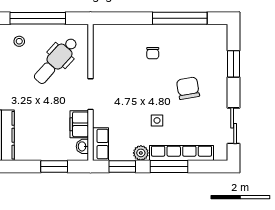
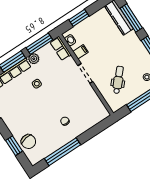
dental chair: (56, 61) -> (118, 80), width x0.73, depth x0.72
chair: (188, 88) -> (28, 142), moved
filing cabinet: (79, 124) -> (80, 52), width x0.50
window: (122, 166) -> (39, 44), width x1.44

